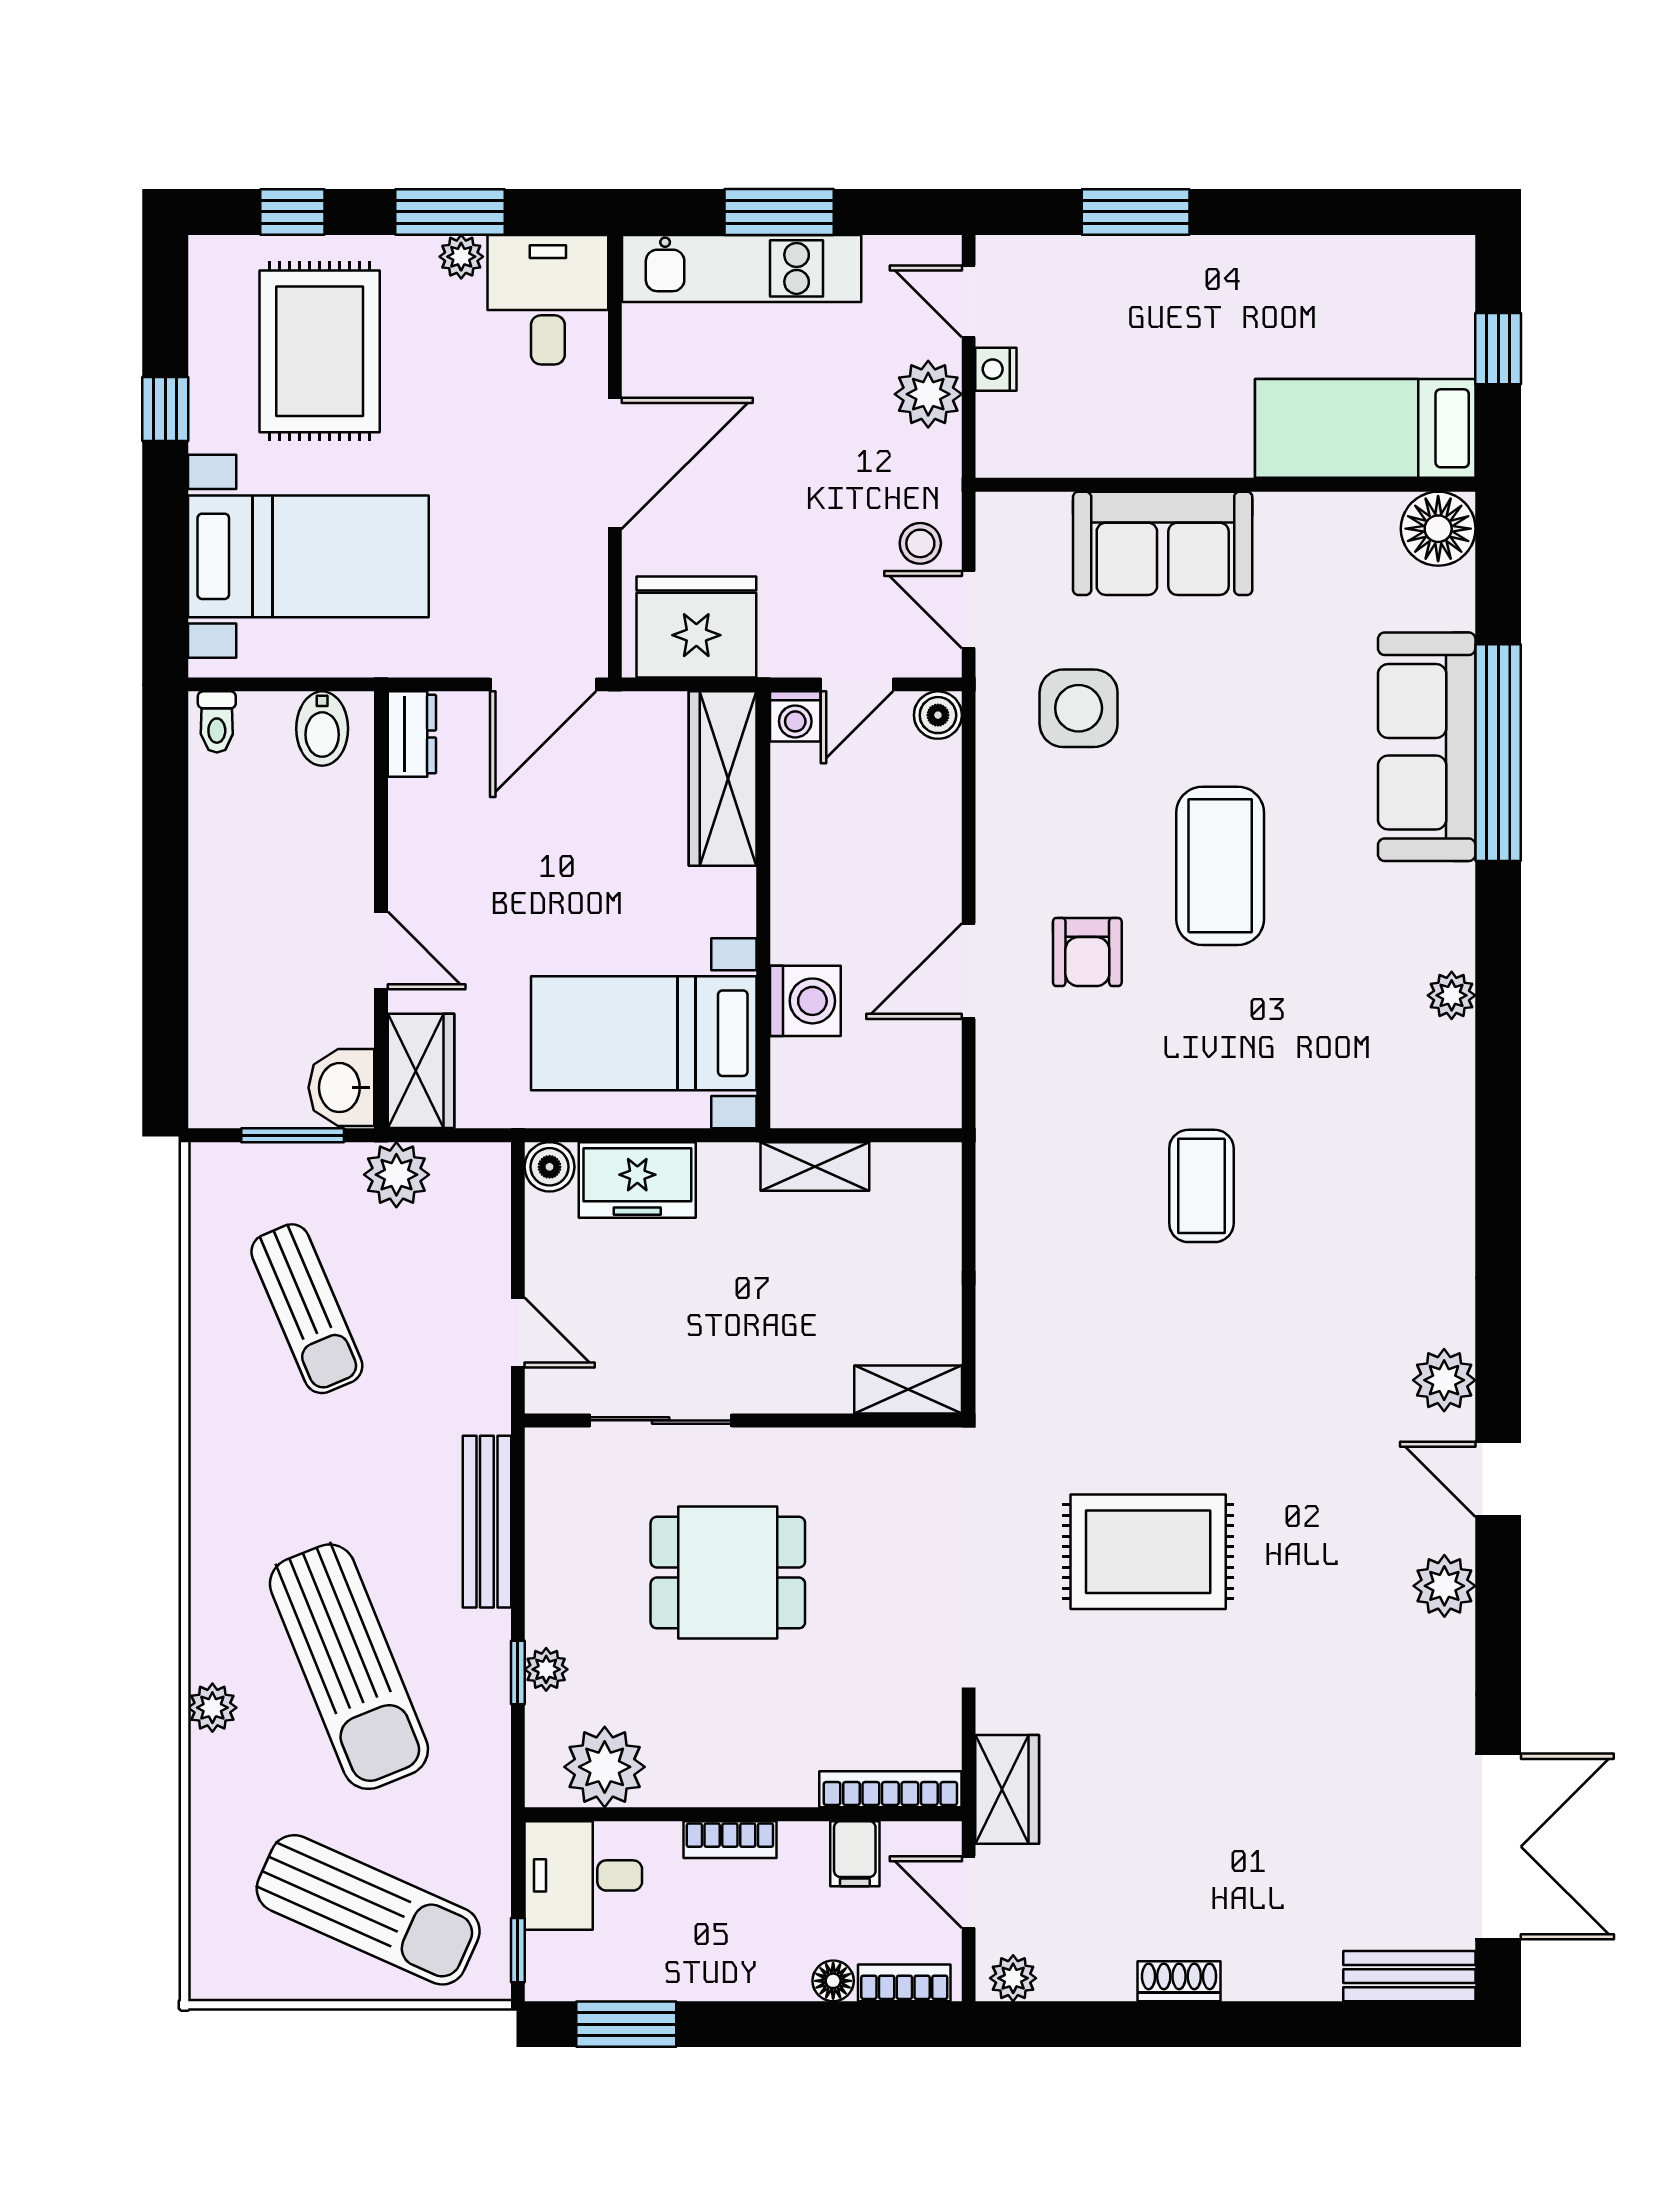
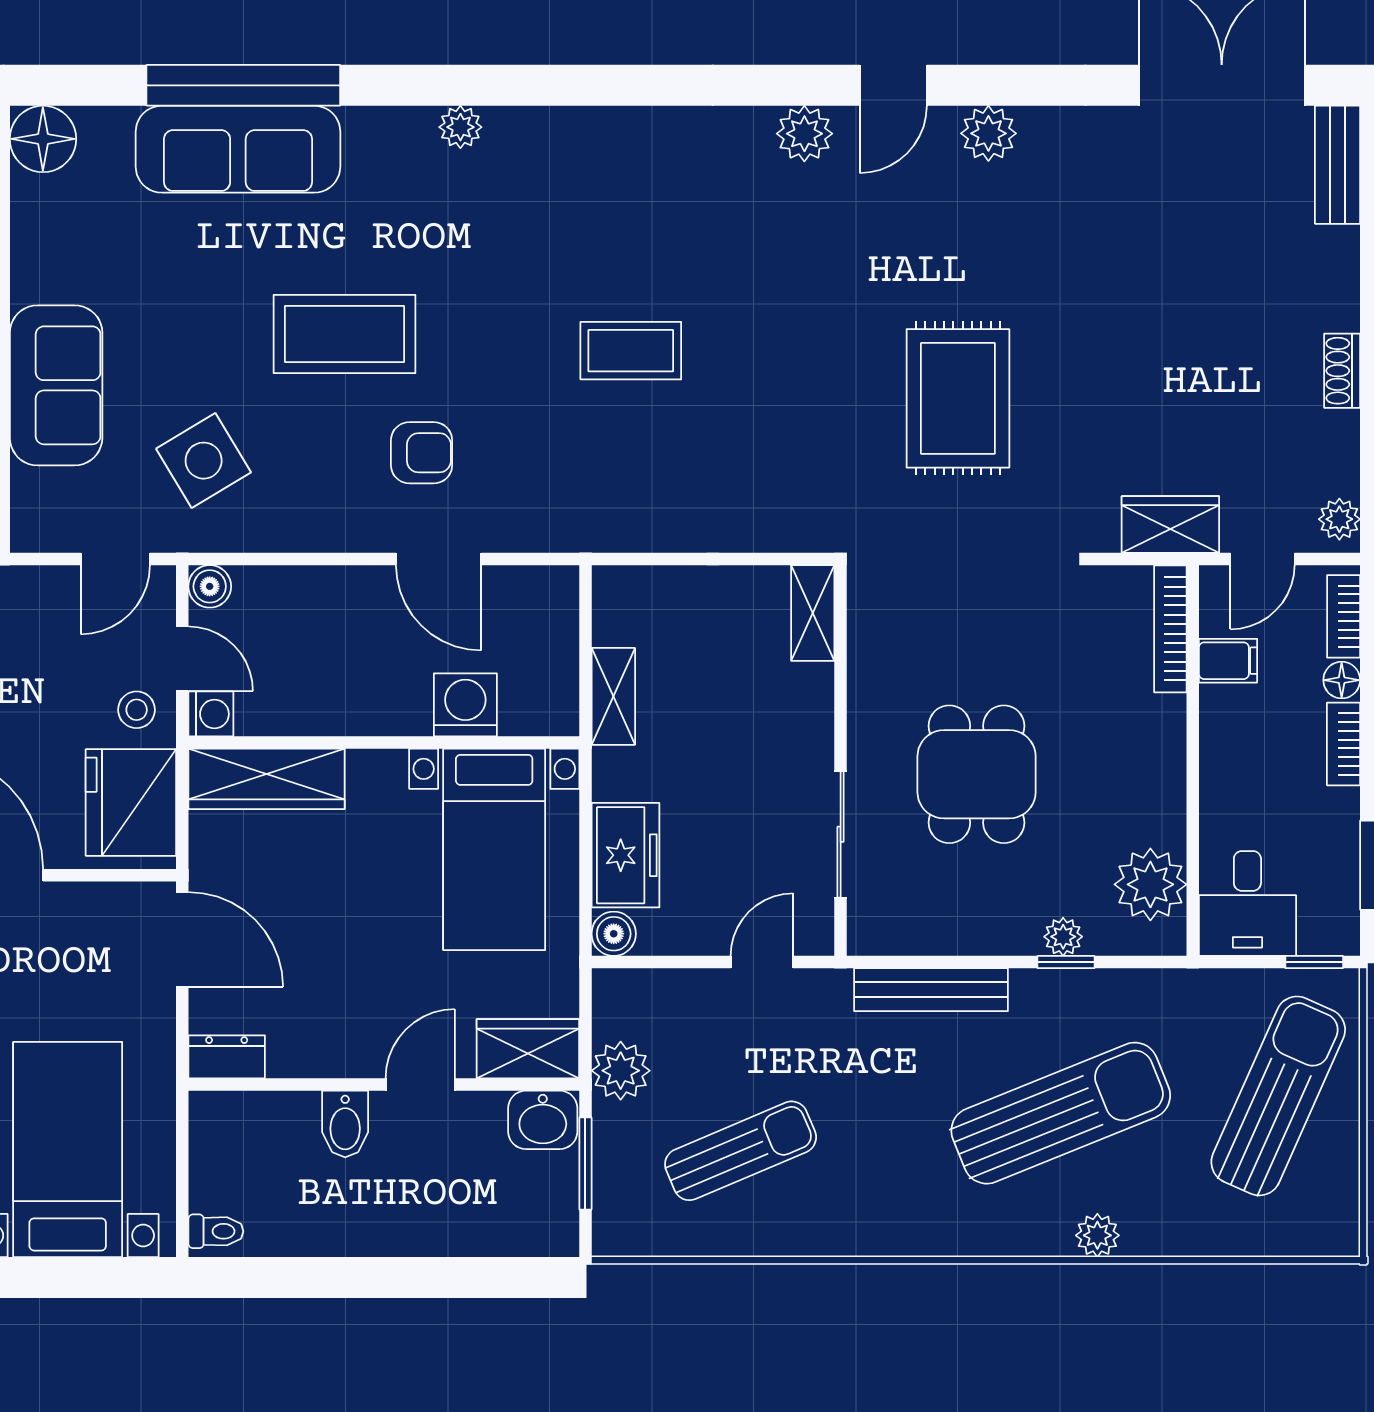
stool: (920, 543) -> (137, 710), moved
side table: (1079, 708) -> (204, 461), turned -31
bidet: (322, 729) -> (345, 1124), moved, turned 90
bookcase: (730, 1840) -> (1343, 744), moved, turned 180

